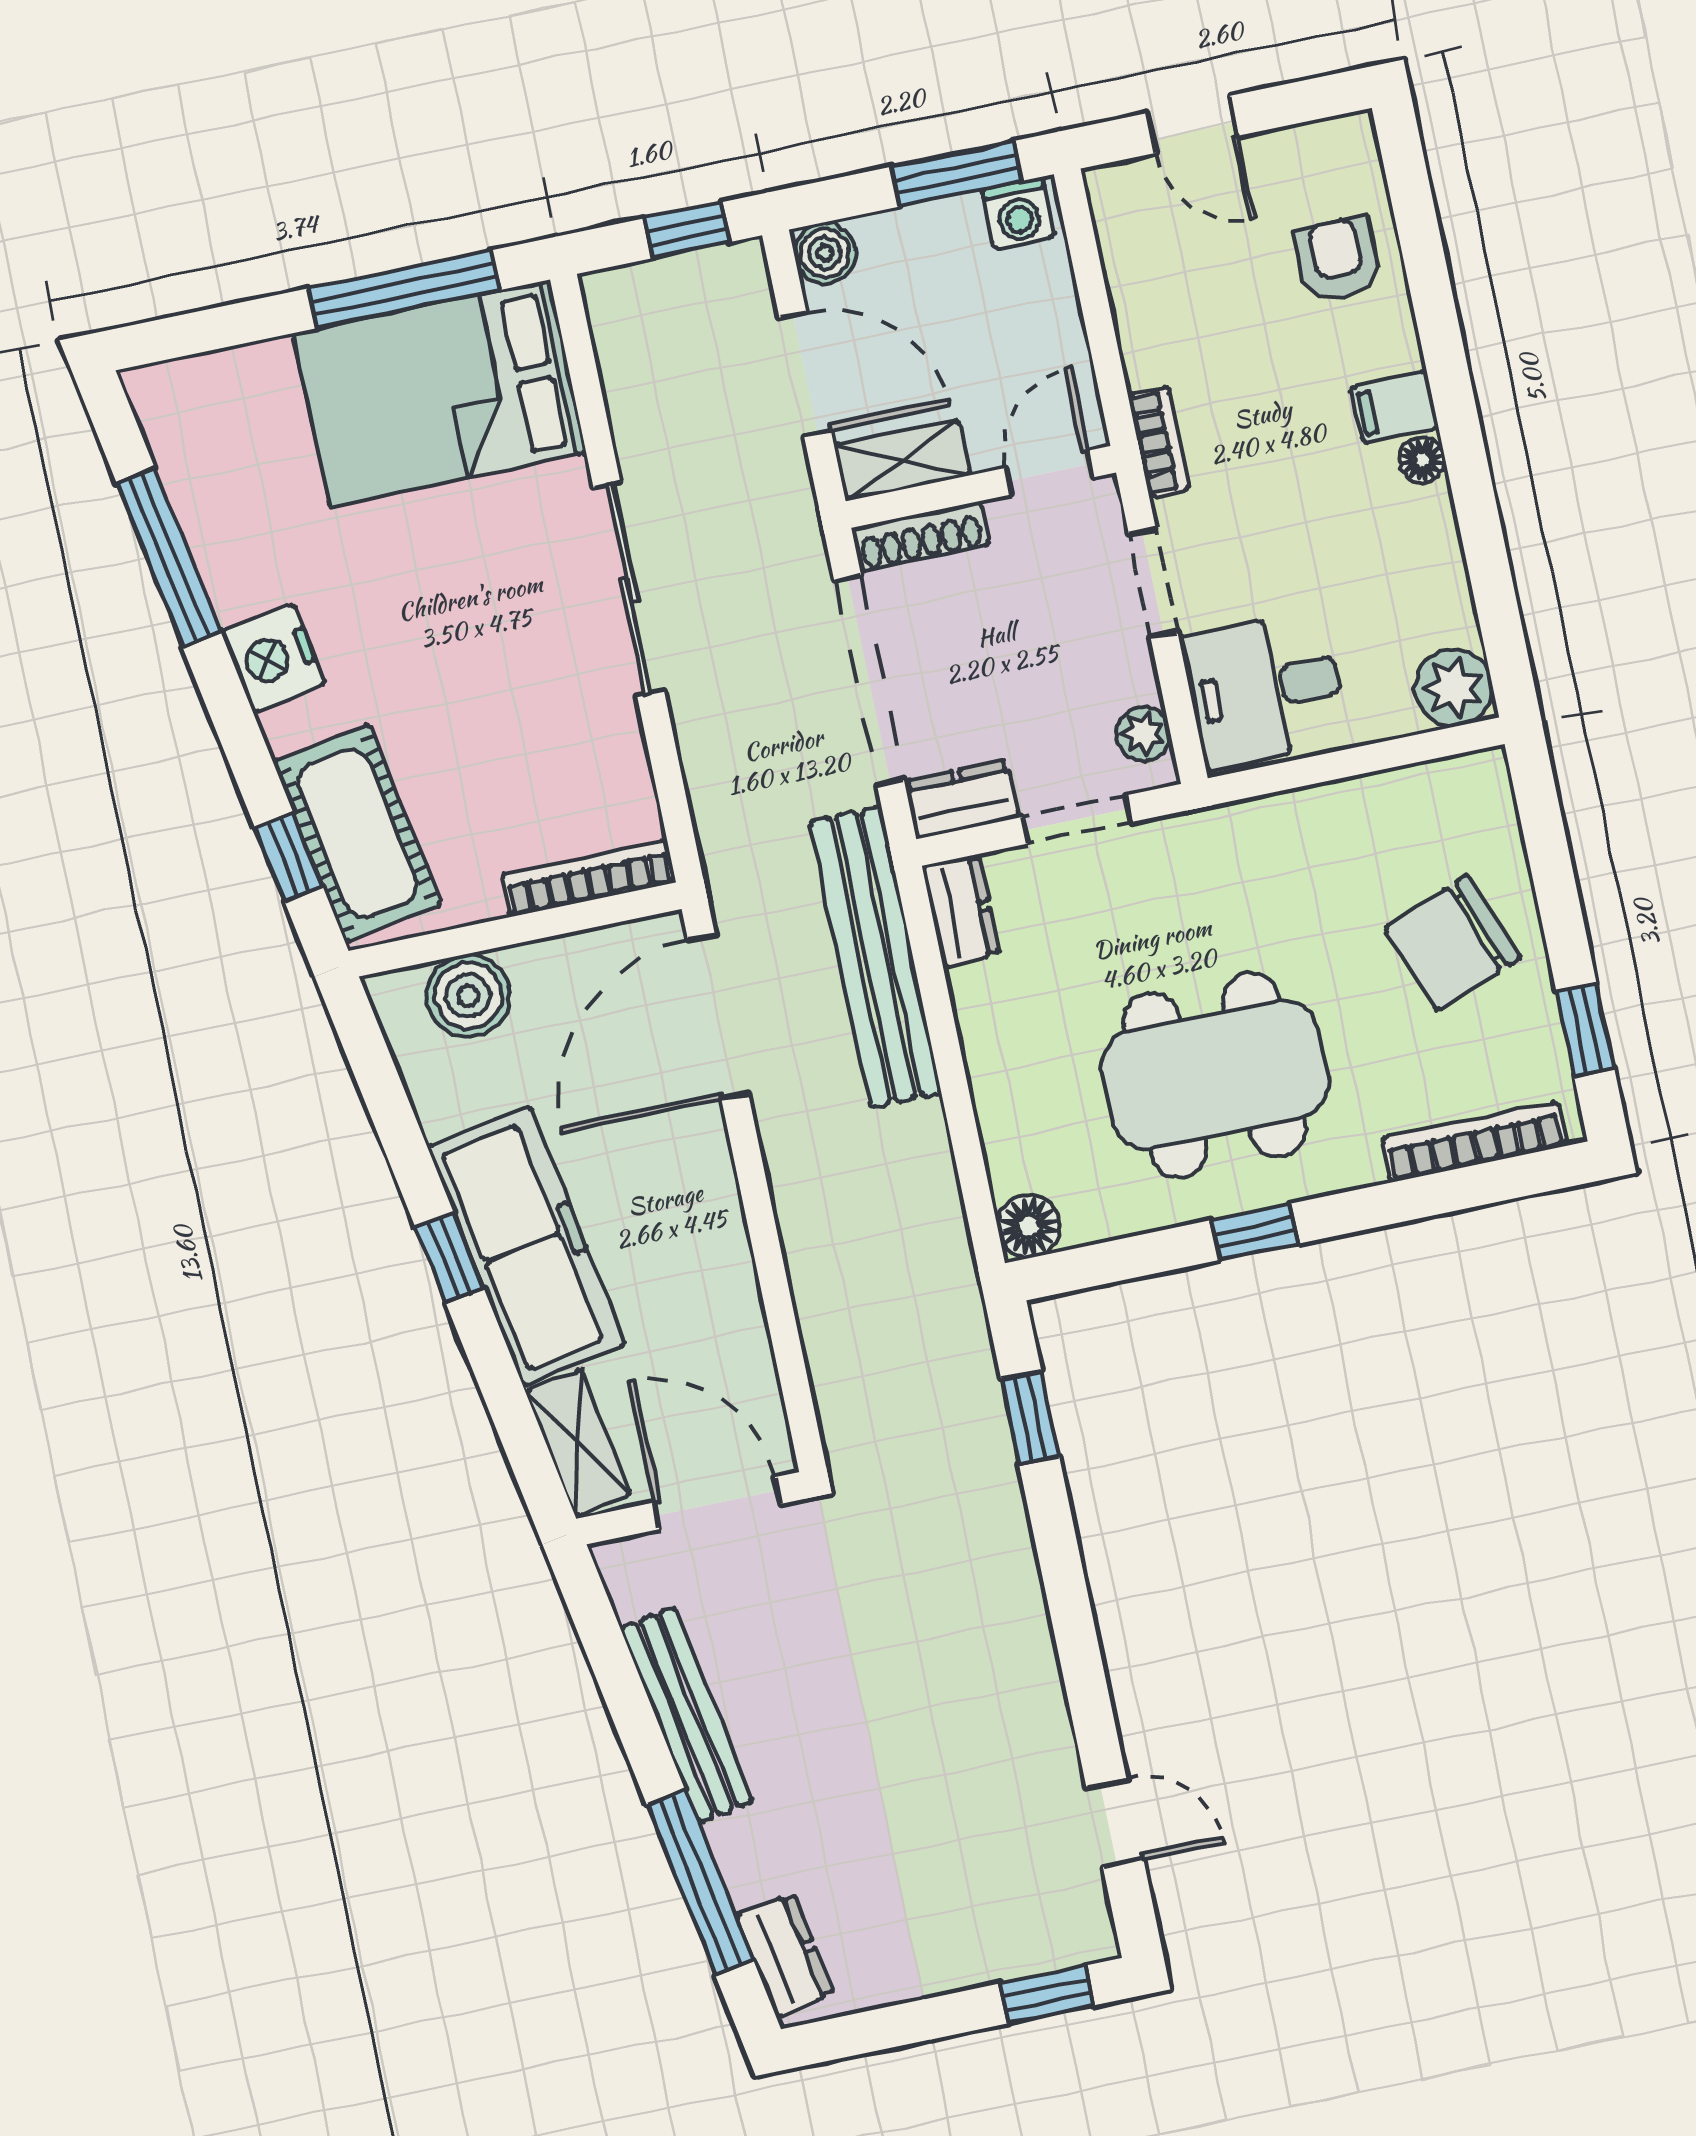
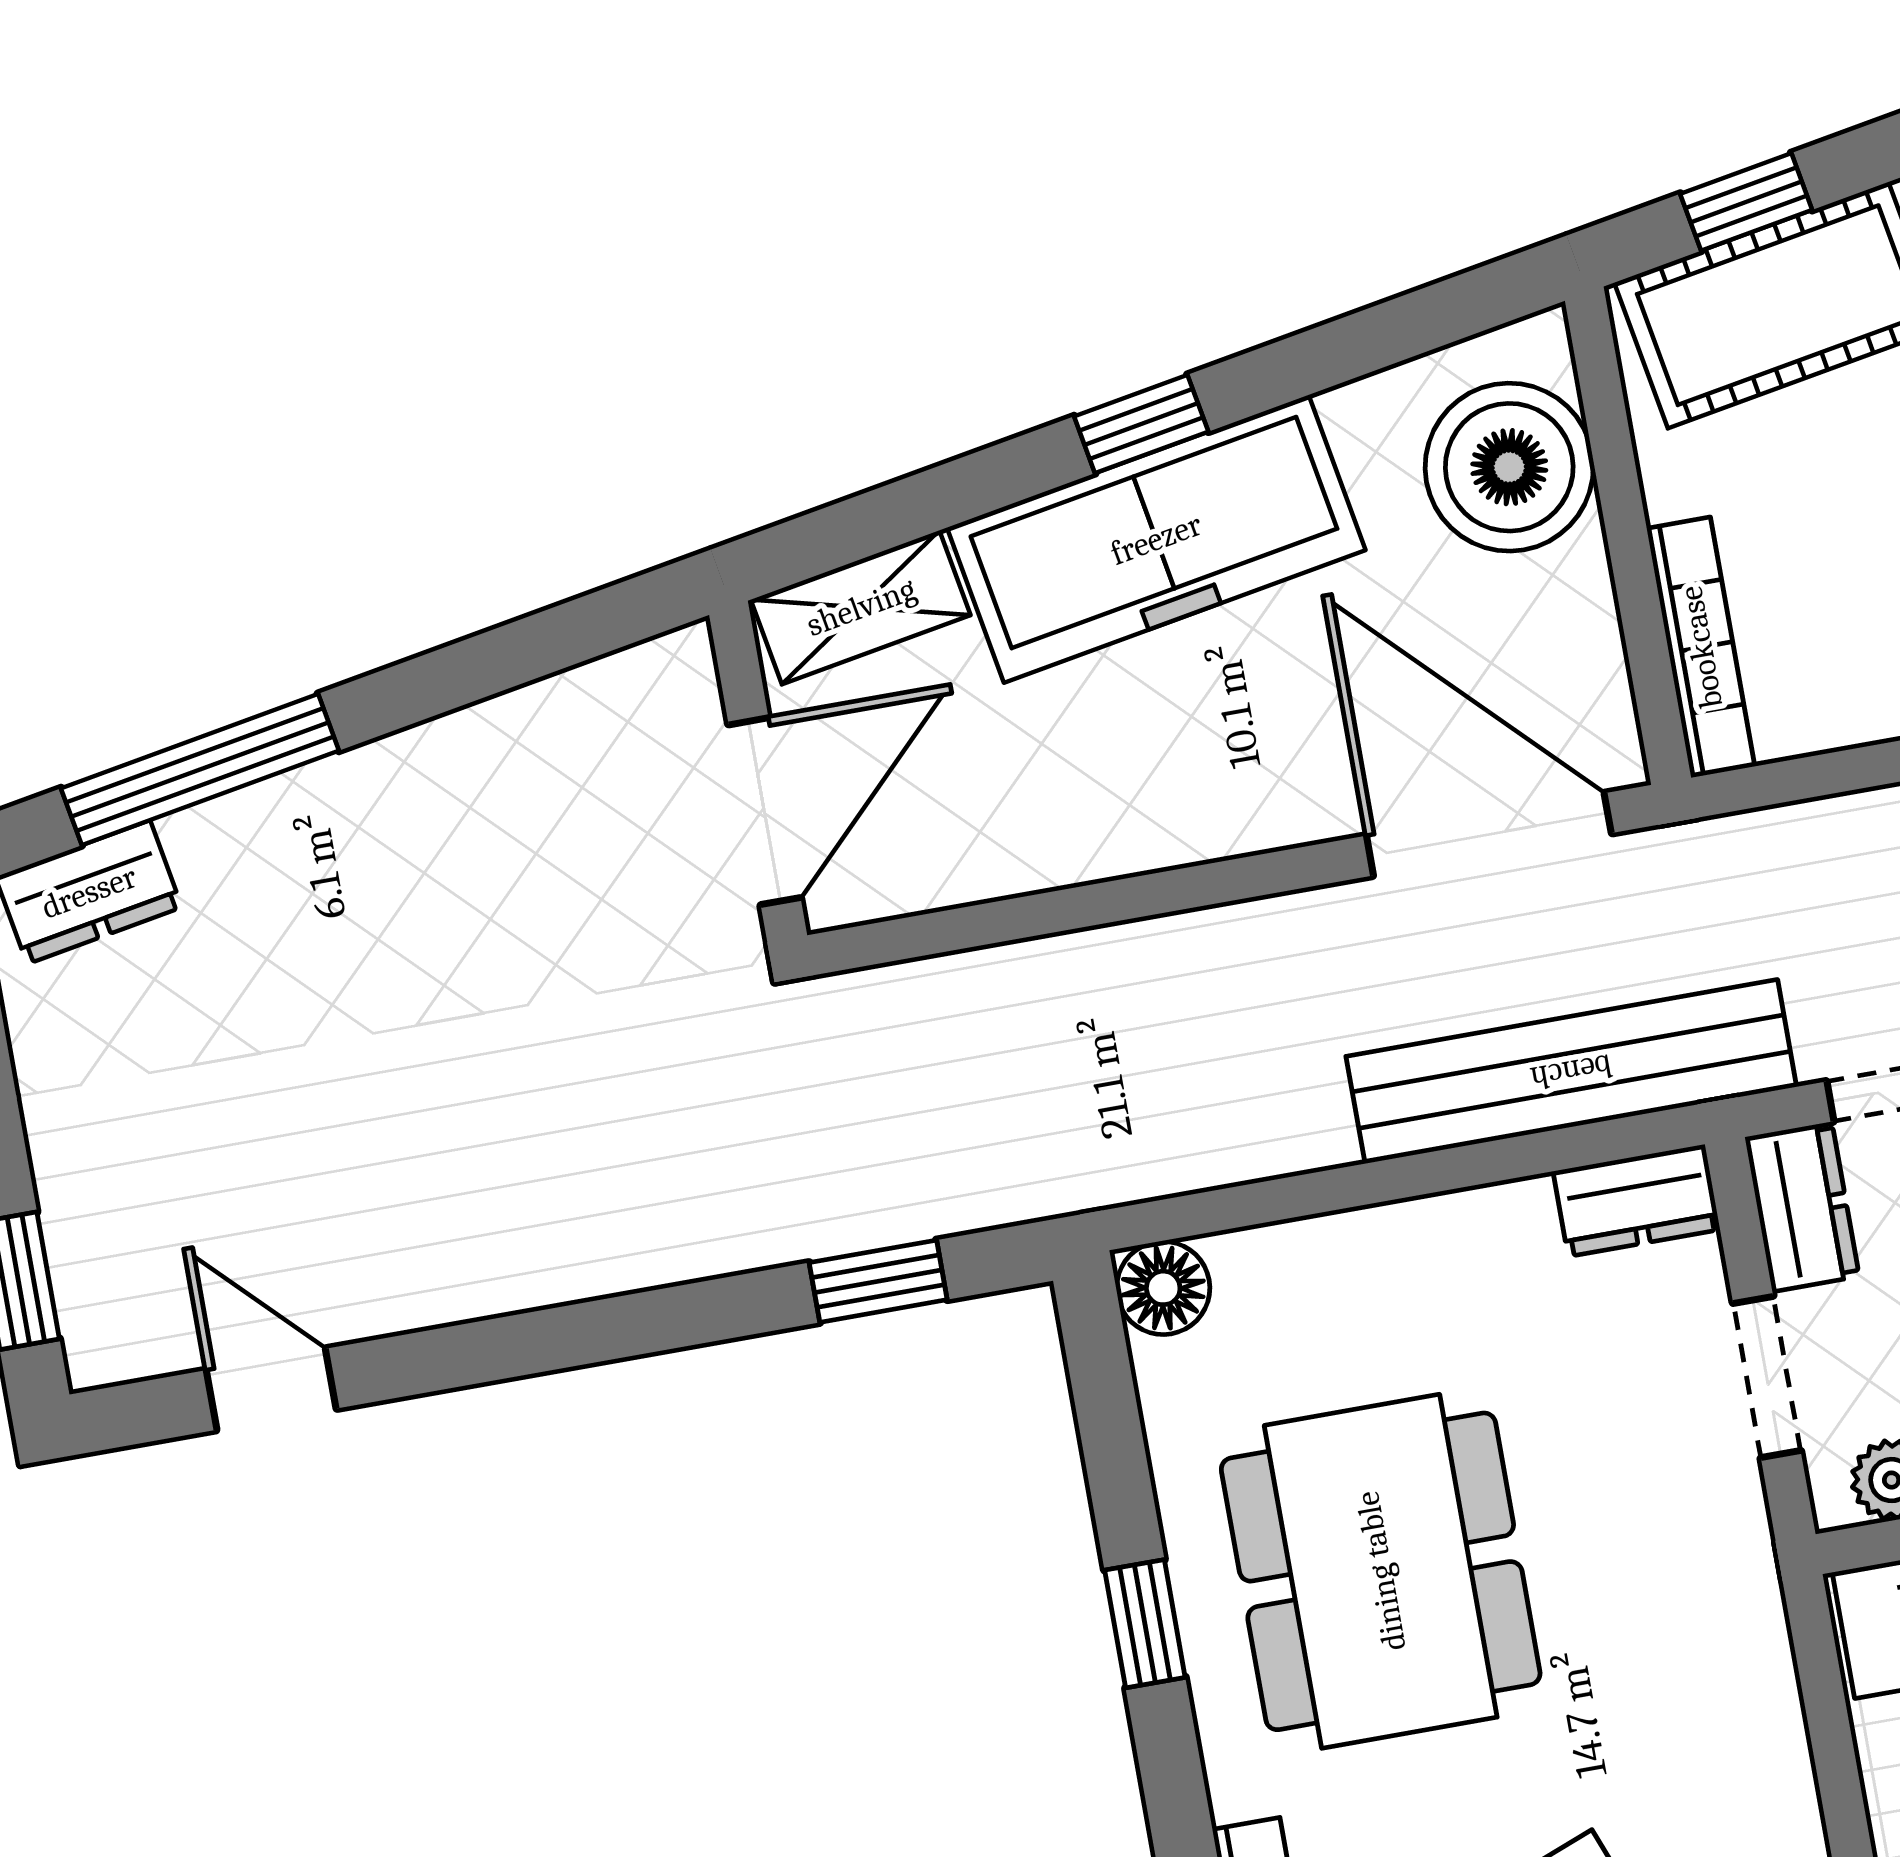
boiler: (468, 996) -> (1509, 467), width x1.37, depth x1.37
bench: (687, 1715) -> (451, 756), removed
door: (1115, 1823) -> (271, 1389), swing flipped

